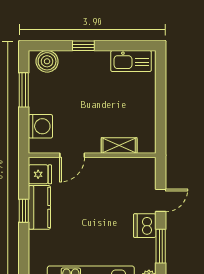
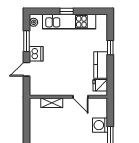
washing machine: (40, 126) -> (100, 125), moved
door: (72, 155) -> (81, 97), swing flipped
window: (24, 211) -> (110, 48), moved

